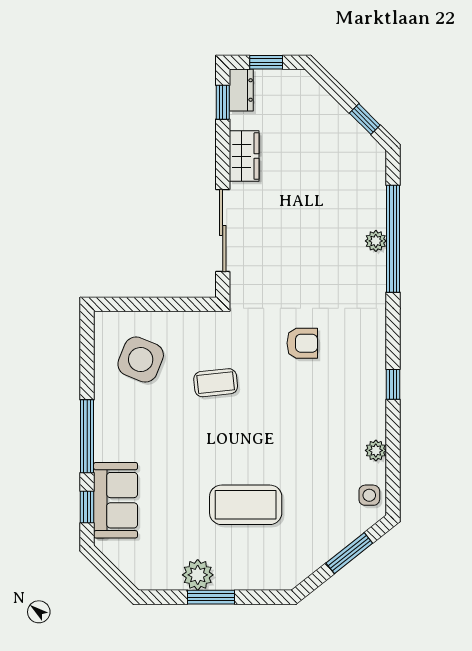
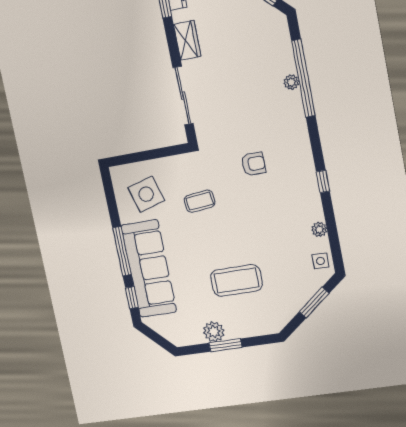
side table: (141, 360) -> (146, 194), turned -38
sofa: (116, 500) -> (149, 269), width x1.85, depth x1.27

